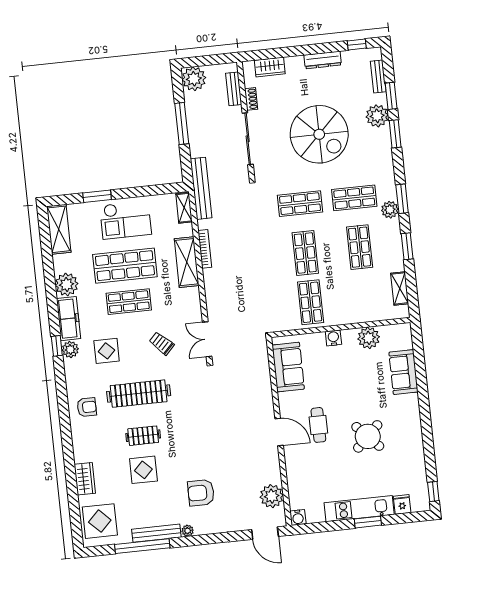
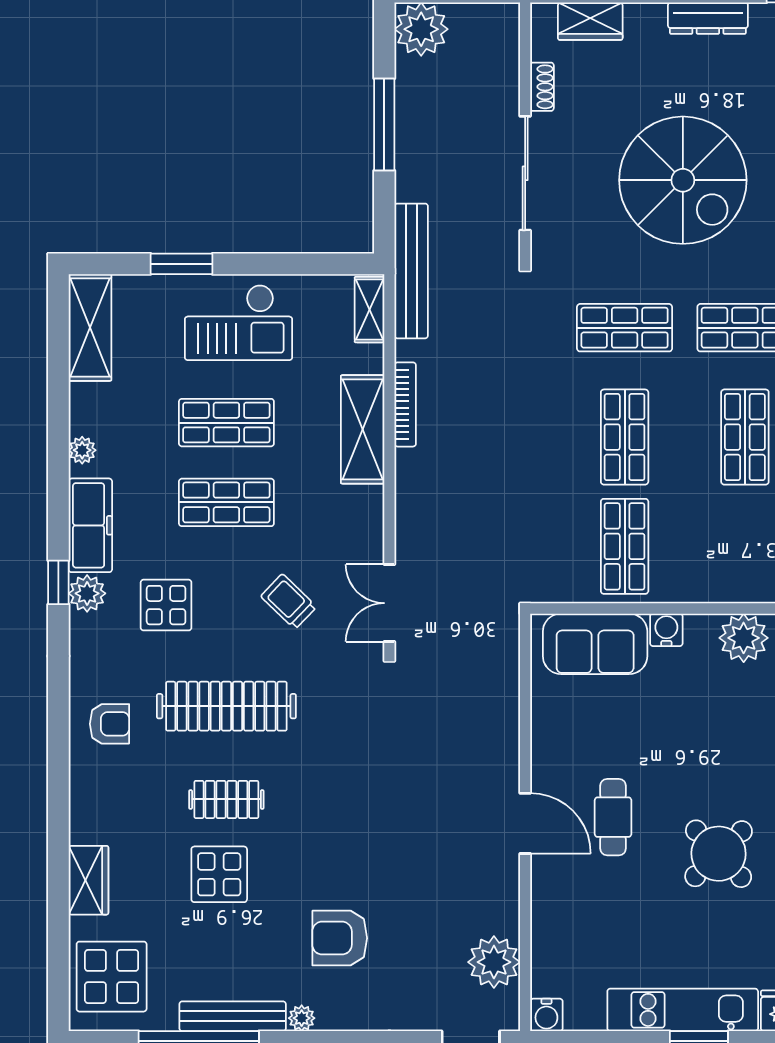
bench: (234, 89) -> (506, 61), removed
shop shelf: (125, 266) -> (226, 423), width x0.70, depth x0.74
plant: (67, 284) -> (82, 450), width x0.53, depth x0.53
sofa: (288, 367) -> (595, 644), moved, turned 90

